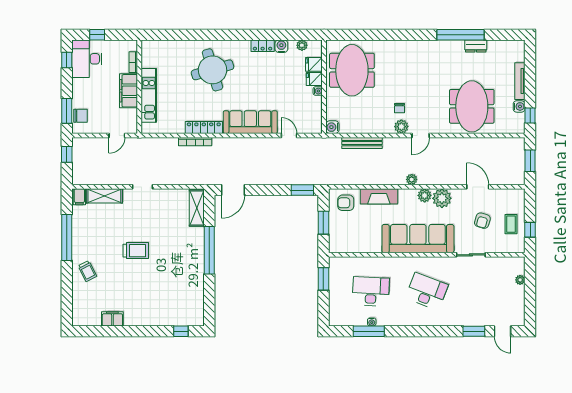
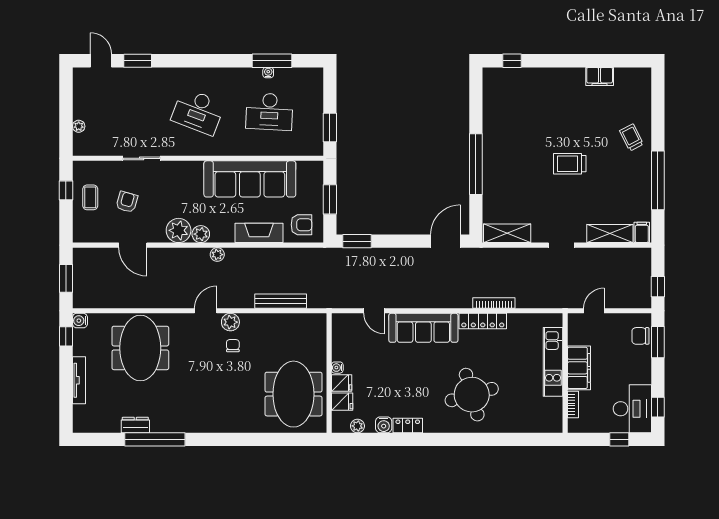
water cooler: (519, 106) -> (80, 321), moved
water cooler: (332, 127) -> (318, 321), removed
shelving: (197, 208) -> (507, 233), moved, turned 90
sofa: (418, 239) -> (250, 179), moved

